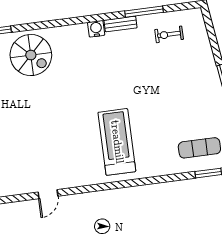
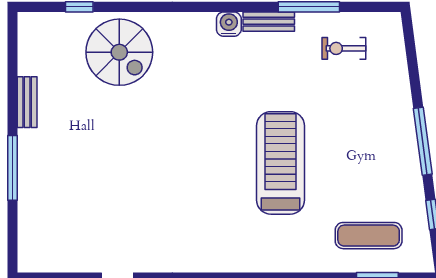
treadmill: (117, 142) -> (281, 163), moved

